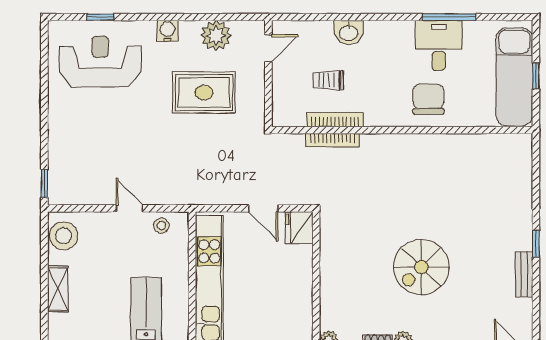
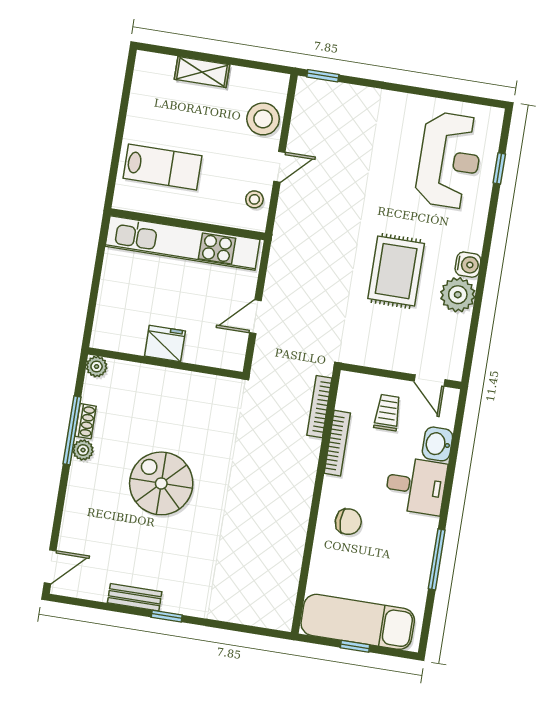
water cooler: (168, 31) -> (468, 265), moved
desk: (439, 45) -> (416, 486), moved
door: (268, 48) -> (429, 380), moved
wall: (268, 74) -> (401, 376), moved
chair: (429, 99) -> (348, 522), width x0.73, depth x0.73
bookcase: (335, 120) -> (337, 443), moved
fridge: (299, 228) -> (165, 344), moved
stool: (63, 236) -> (263, 119), moved

